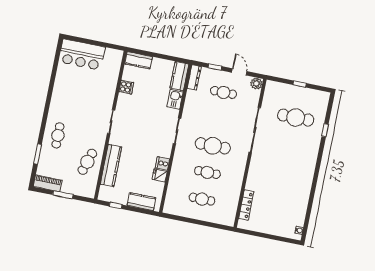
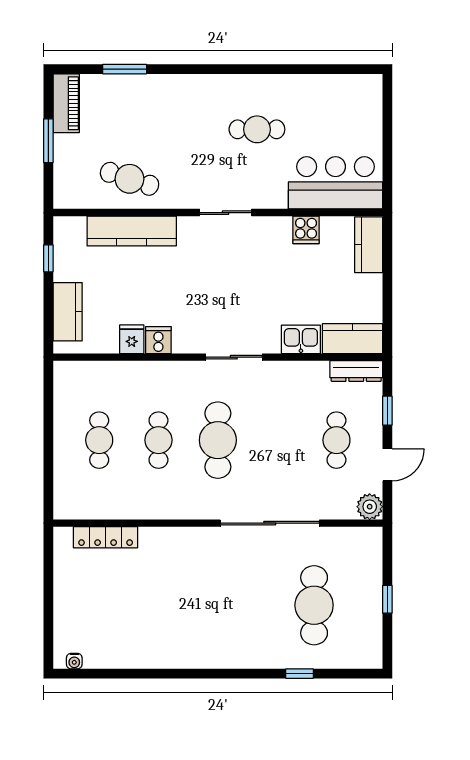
bar counter: (82, 55) -> (336, 183), moved, turned 90
cafe table: (58, 135) -> (257, 129), moved

